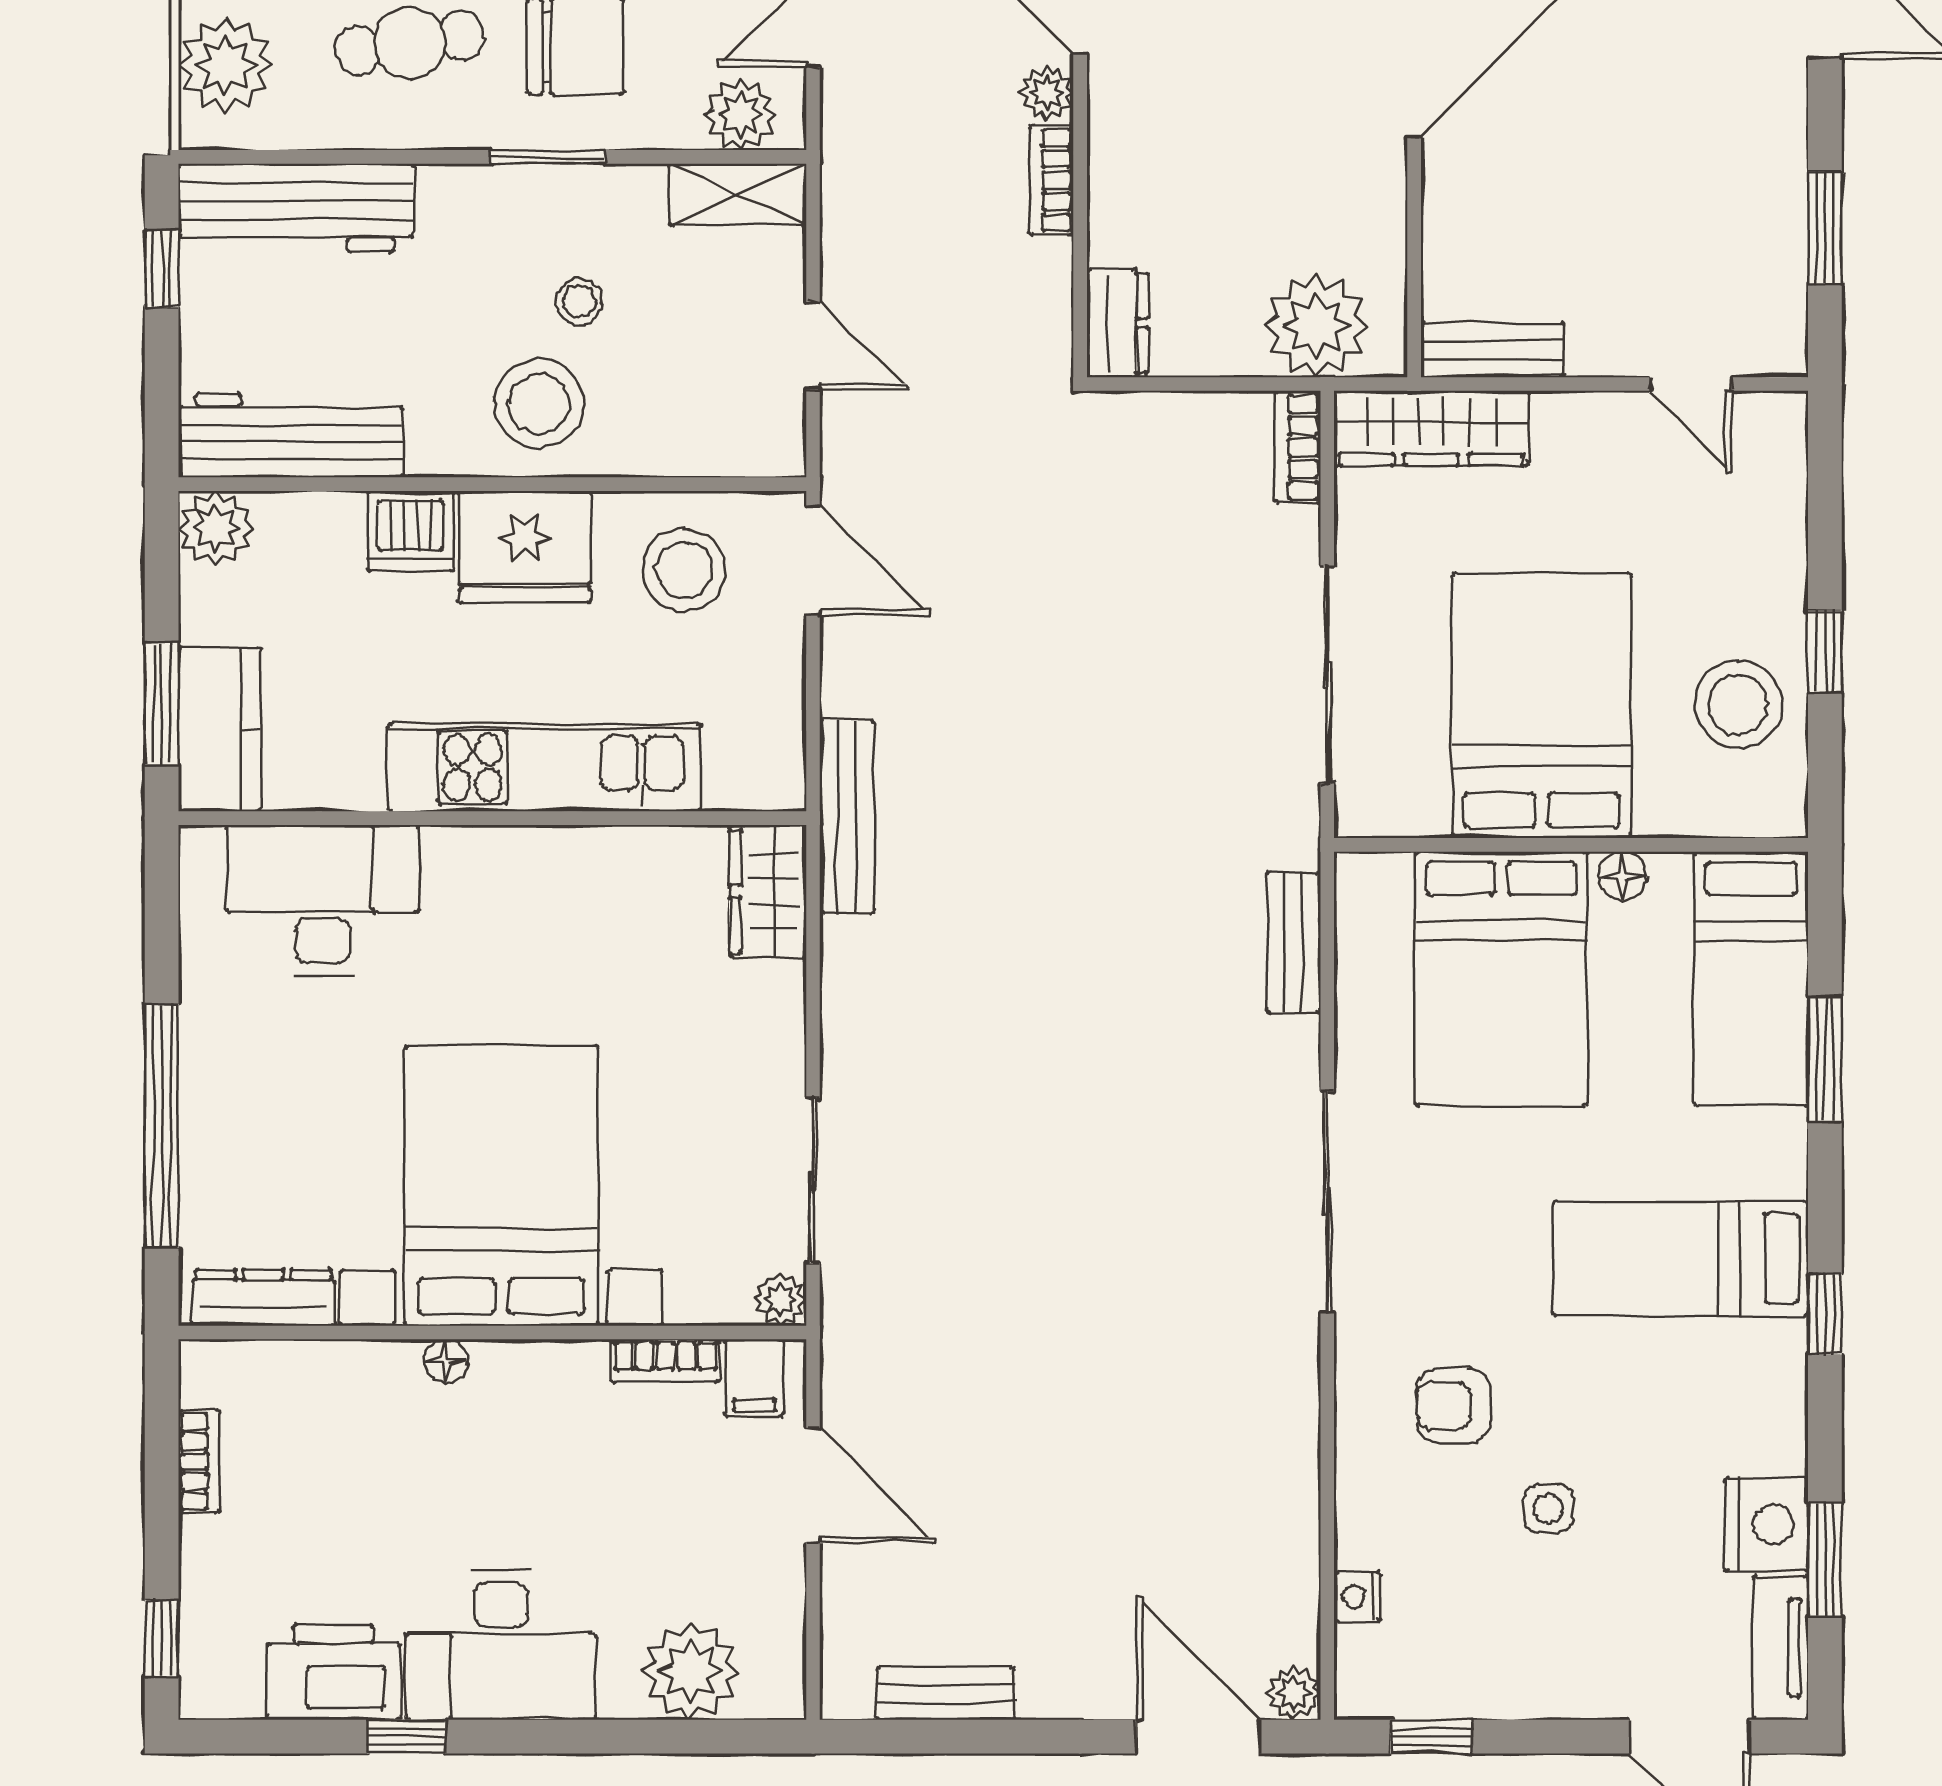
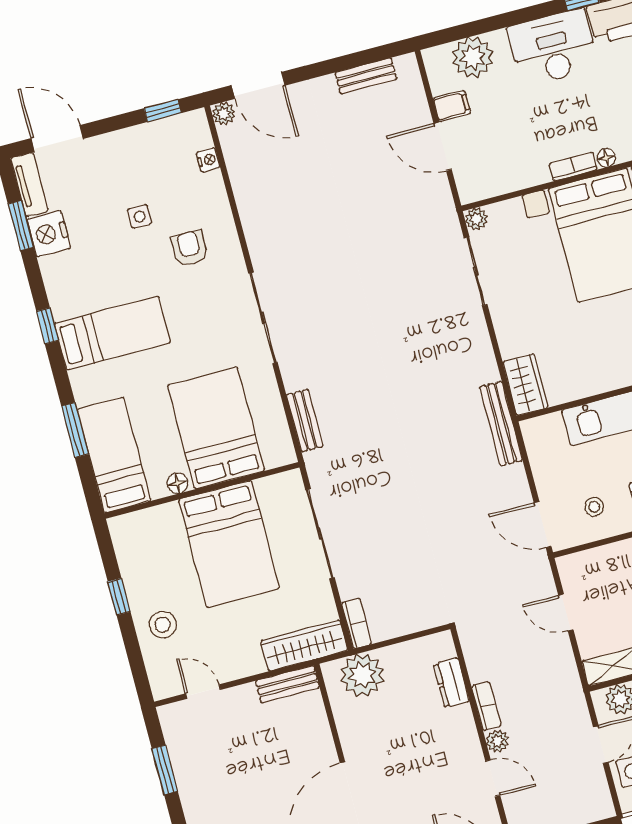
dresser: (1117, 323) -> (451, 683), moved
stool: (684, 570) -> (594, 507), width x0.53, depth x0.53
stool: (1738, 705) -> (163, 625), moved, width x0.73, depth x0.73
bookcase: (666, 1361) -> (573, 167), moved
filing cabinet: (754, 1378) -> (452, 106), moved, turned 90
armchair: (1453, 1406) -> (189, 248), turned -90

